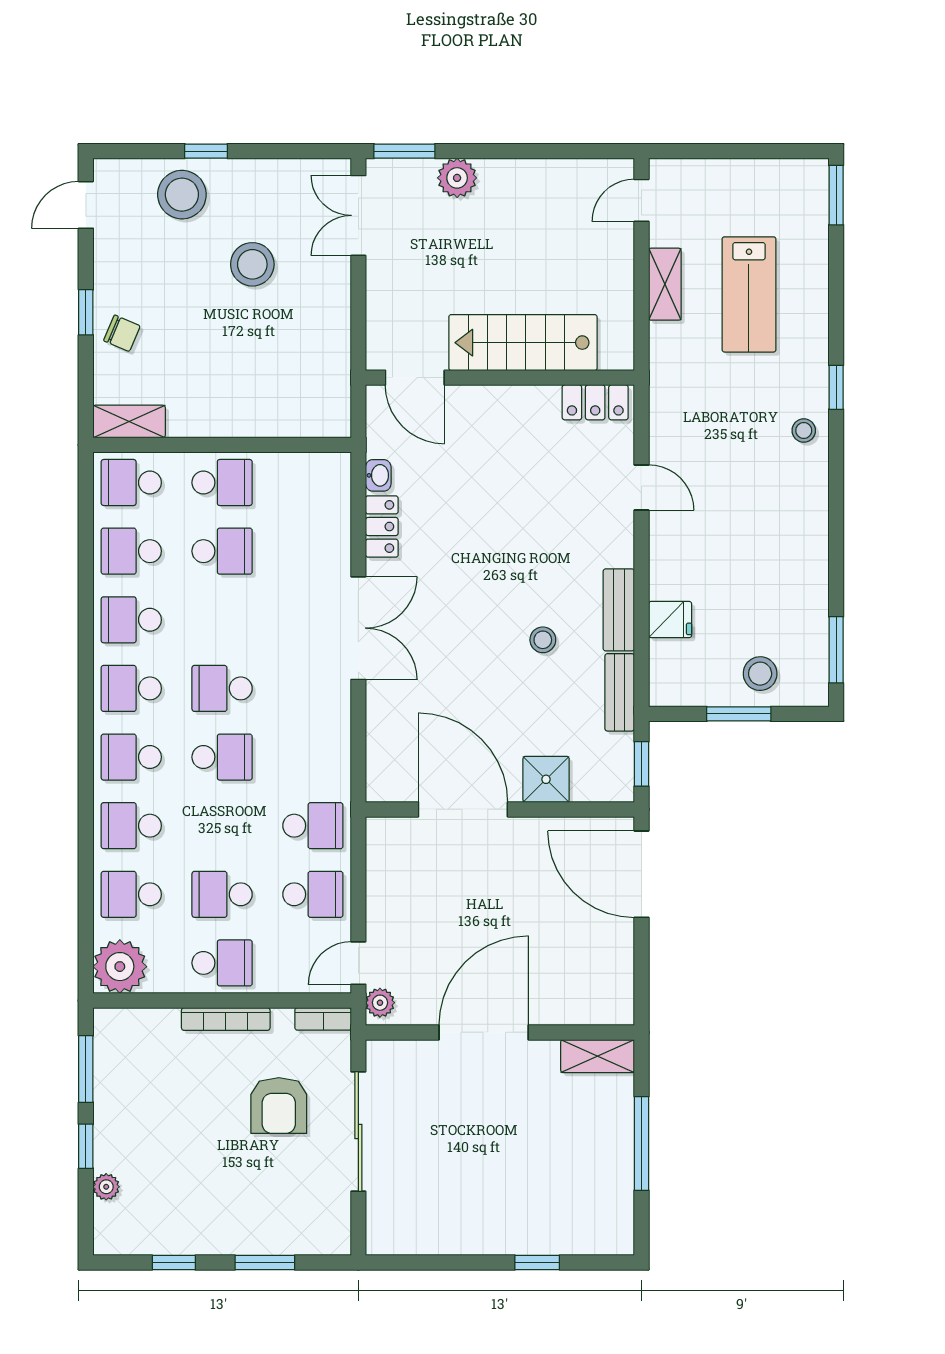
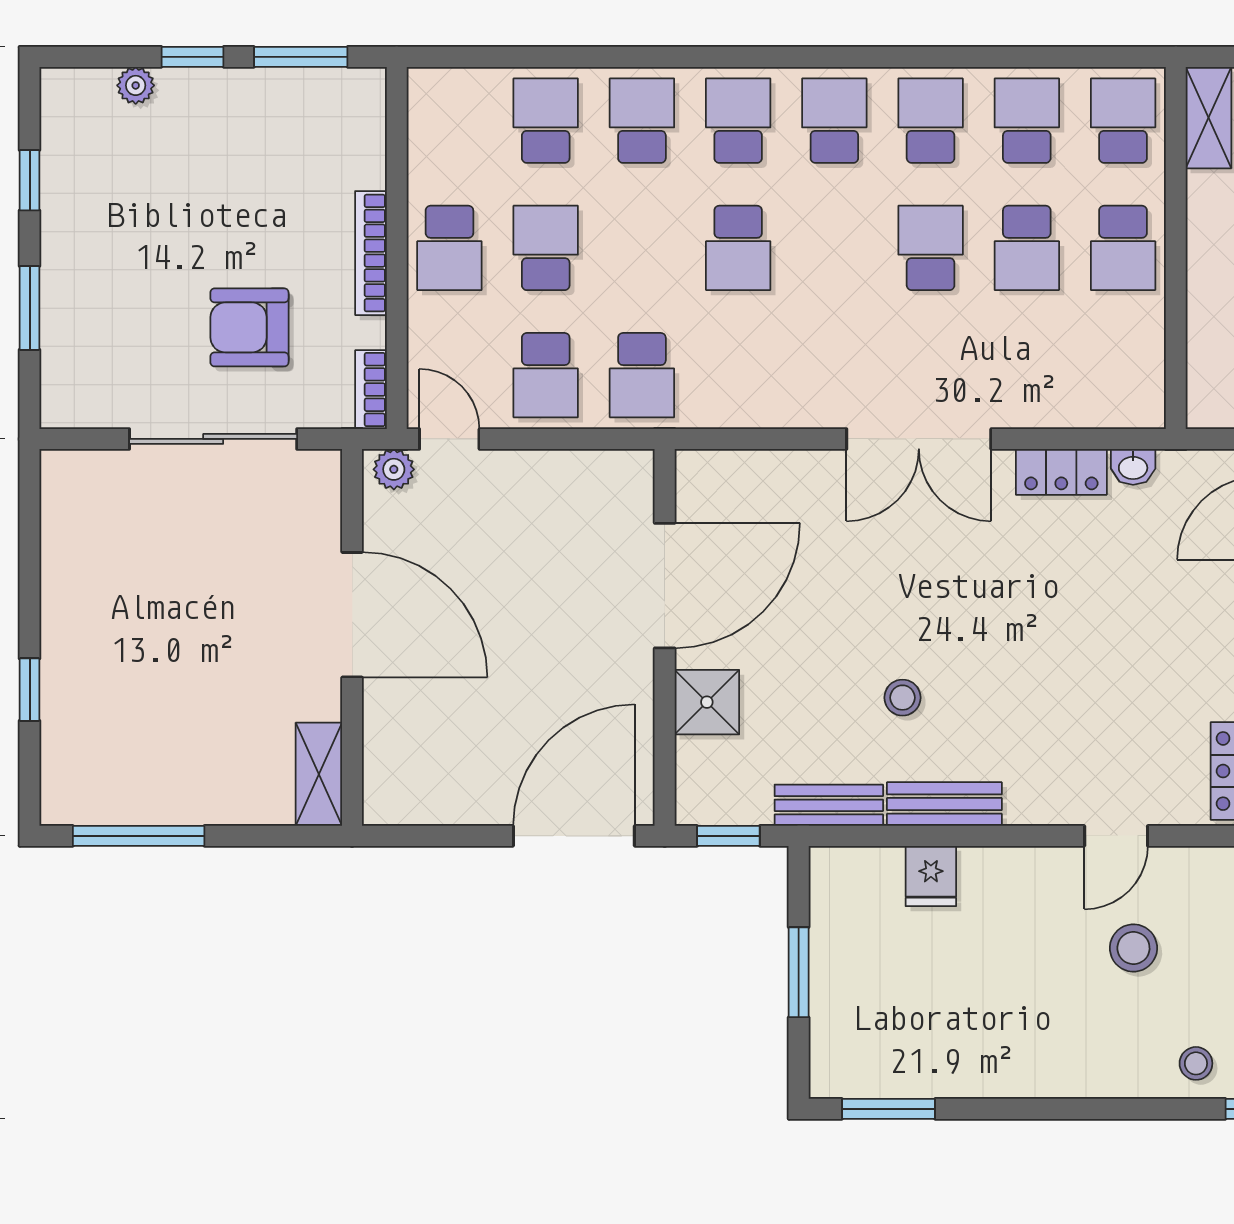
stool: (760, 674) -> (1133, 948), moved
school desk: (222, 688) -> (931, 248), moved
plant: (120, 967) -> (444, 105), removed
window: (641, 1143) -> (139, 836), moved

